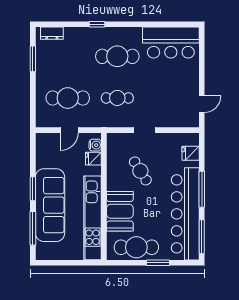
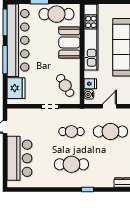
bar counter: (171, 43) -> (19, 158), moved, turned 90
fridge: (191, 153) -> (16, 88), width x1.88, depth x1.34
cafe table: (140, 171) -> (65, 85), moved

